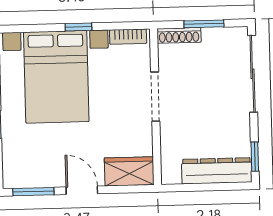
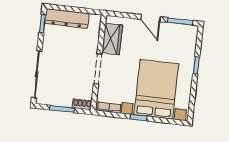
shoe rack: (179, 35) -> (82, 104), width x0.70
wardrobe: (129, 171) -> (112, 39), moved, turned -90

